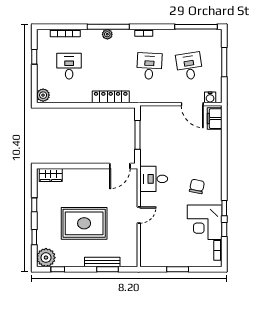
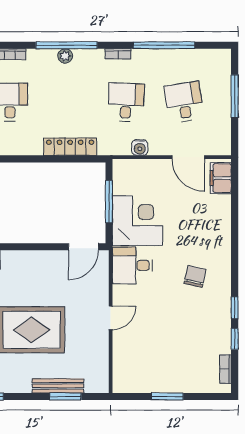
window: (196, 27) -> (164, 45), moved
water cooler: (210, 97) -> (140, 147), moved
corner desk: (205, 222) -> (137, 221), moved, turned 180

